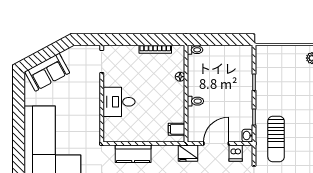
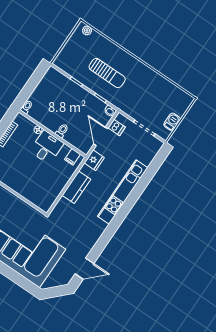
desk: (119, 102) -> (47, 147), moved, turned 180
sun lounger: (276, 139) -> (107, 73), moved
kitchen counter: (133, 154) -> (76, 187), moved

